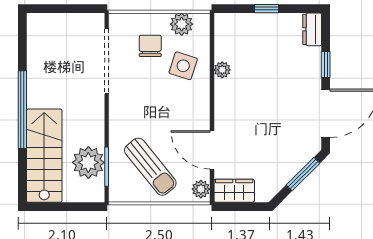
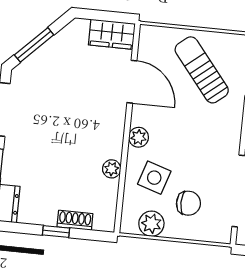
shoe rack: (251, 20) -> (75, 220), added
chair: (150, 46) -> (188, 203), turned -90
plant: (201, 189) -> (139, 137), moved

